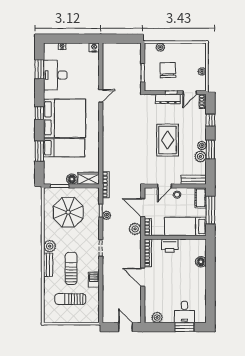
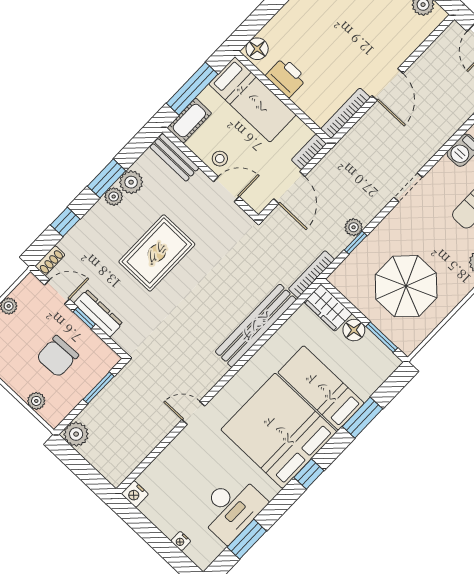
bench: (108, 148) -> (256, 326), added
plant: (135, 229) -> (76, 434), moved
printer: (170, 246) -> (286, 77), moved
floor lamp: (201, 262) -> (257, 49), moved

